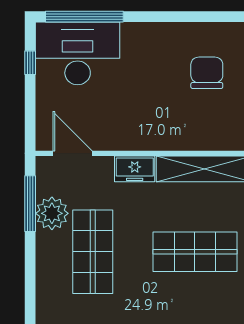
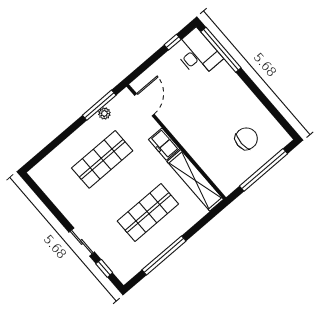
desk: (78, 53) -> (197, 54), width x0.73, depth x0.77
plant: (52, 213) -> (104, 113), width x0.53, depth x0.53
shop shelf: (195, 252) -> (148, 213), turned 90

